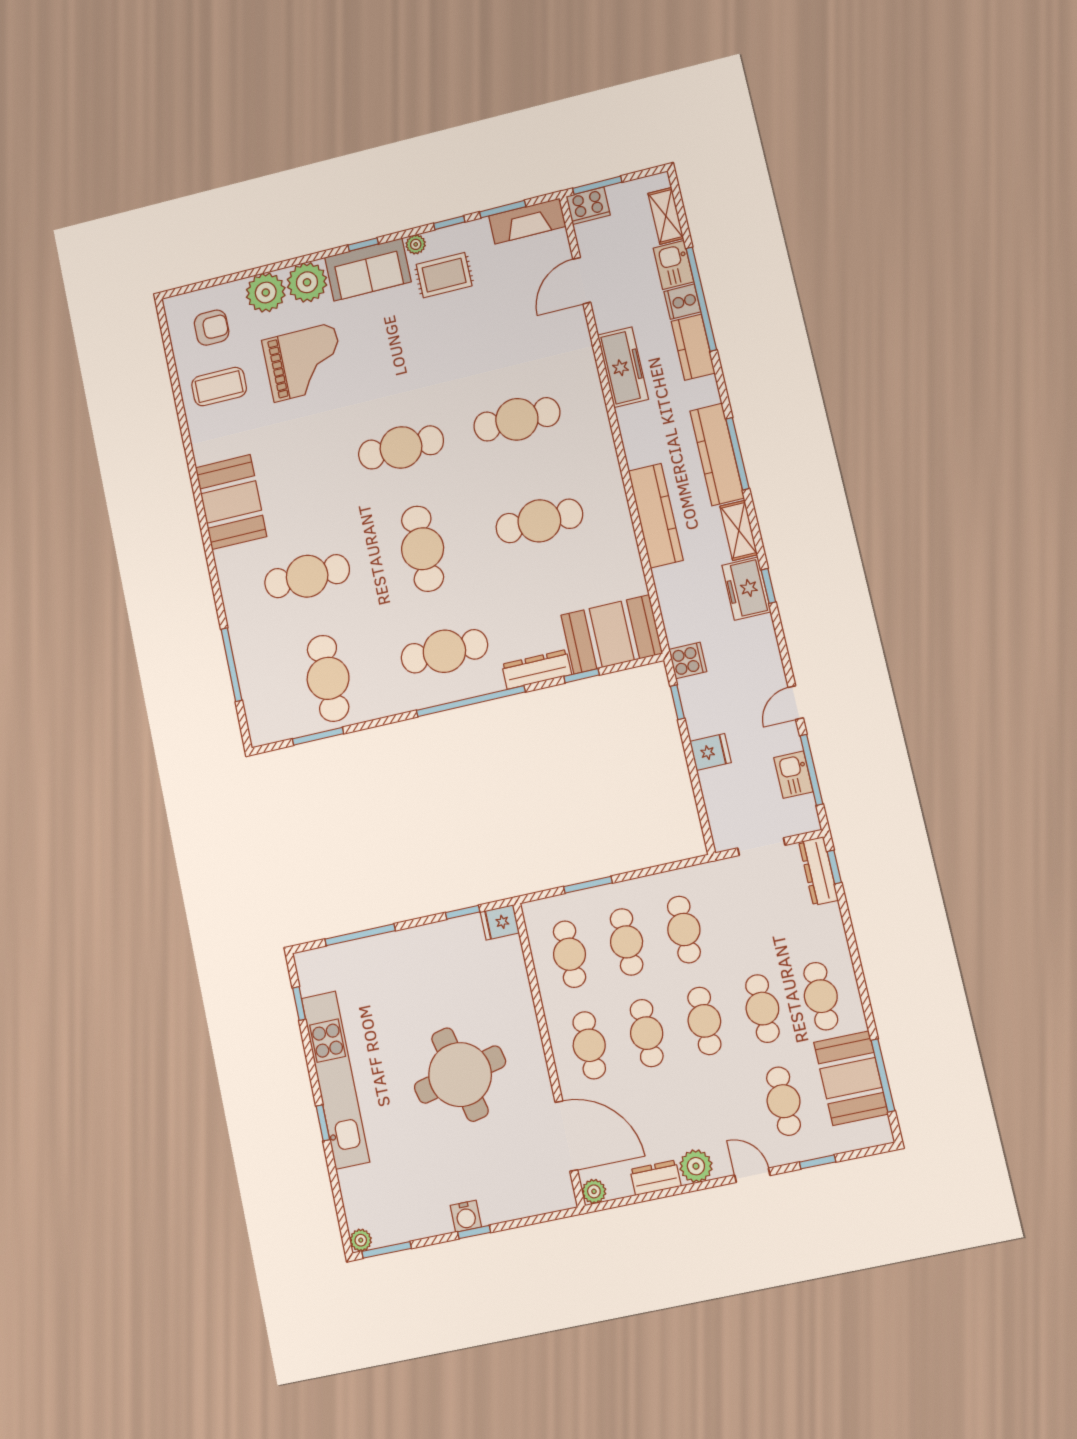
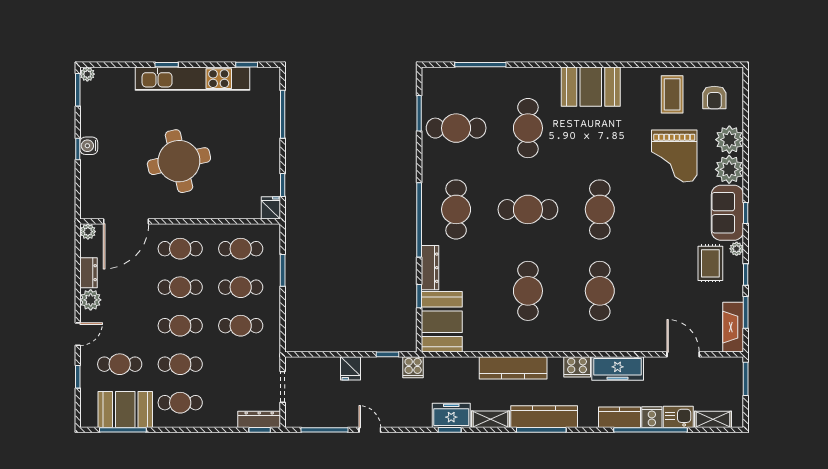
cooker: (588, 206) -> (577, 367), moved, turned -90
kitchen sink: (793, 775) -> (324, 418), removed

